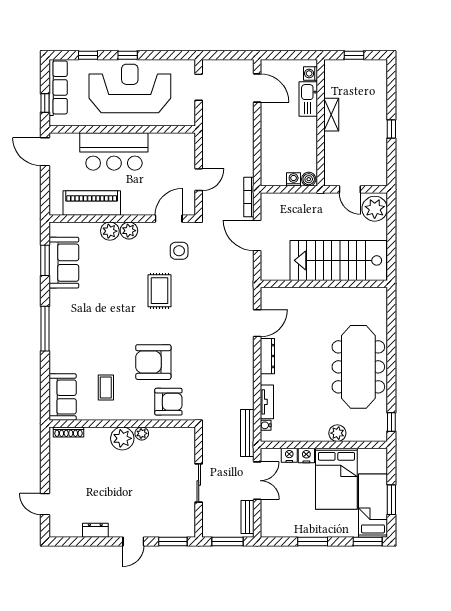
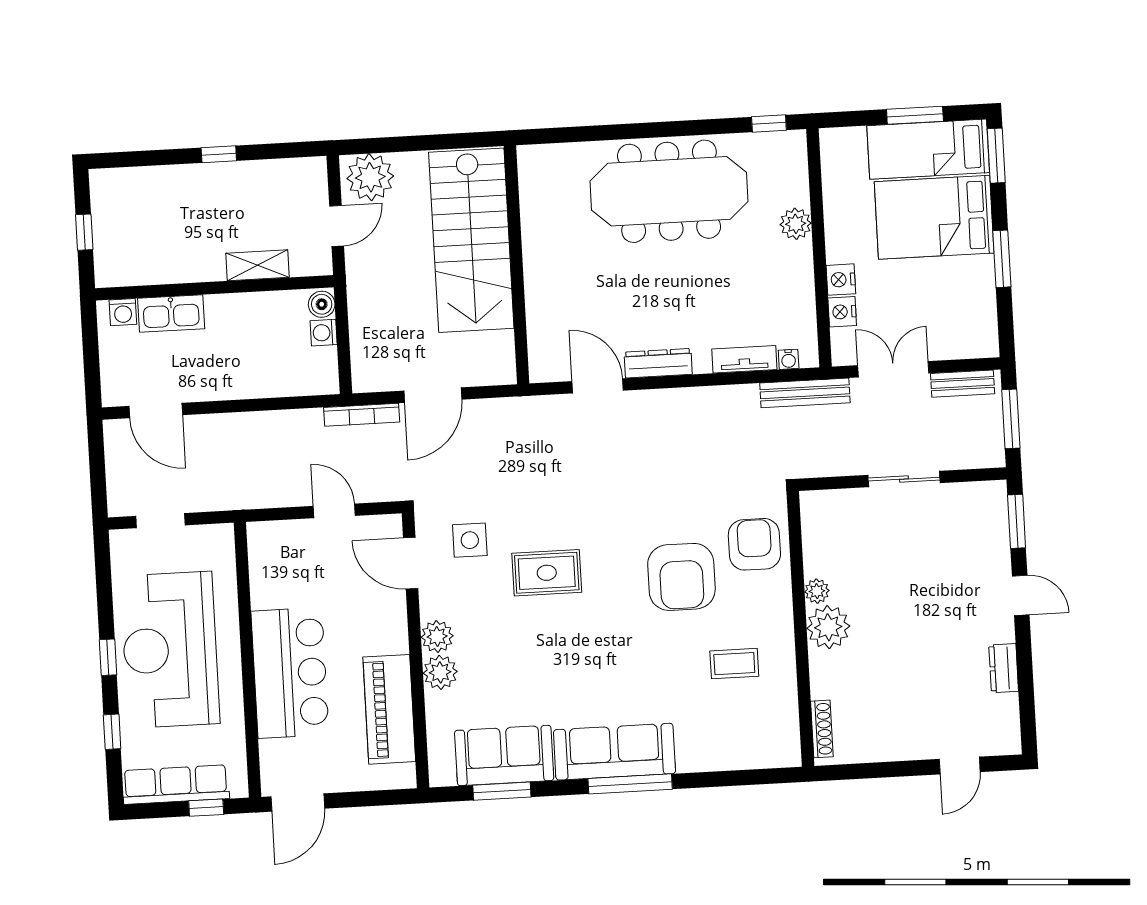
door: (257, 88) -> (156, 411), swing flipped
shelving: (331, 115) -> (258, 265), moved
sofa: (63, 397) -> (614, 752), moved, width x1.36
bed: (336, 479) -> (934, 217), moved, turned 180

